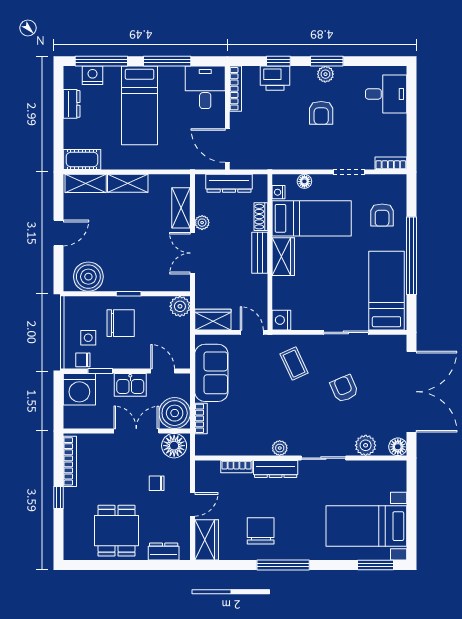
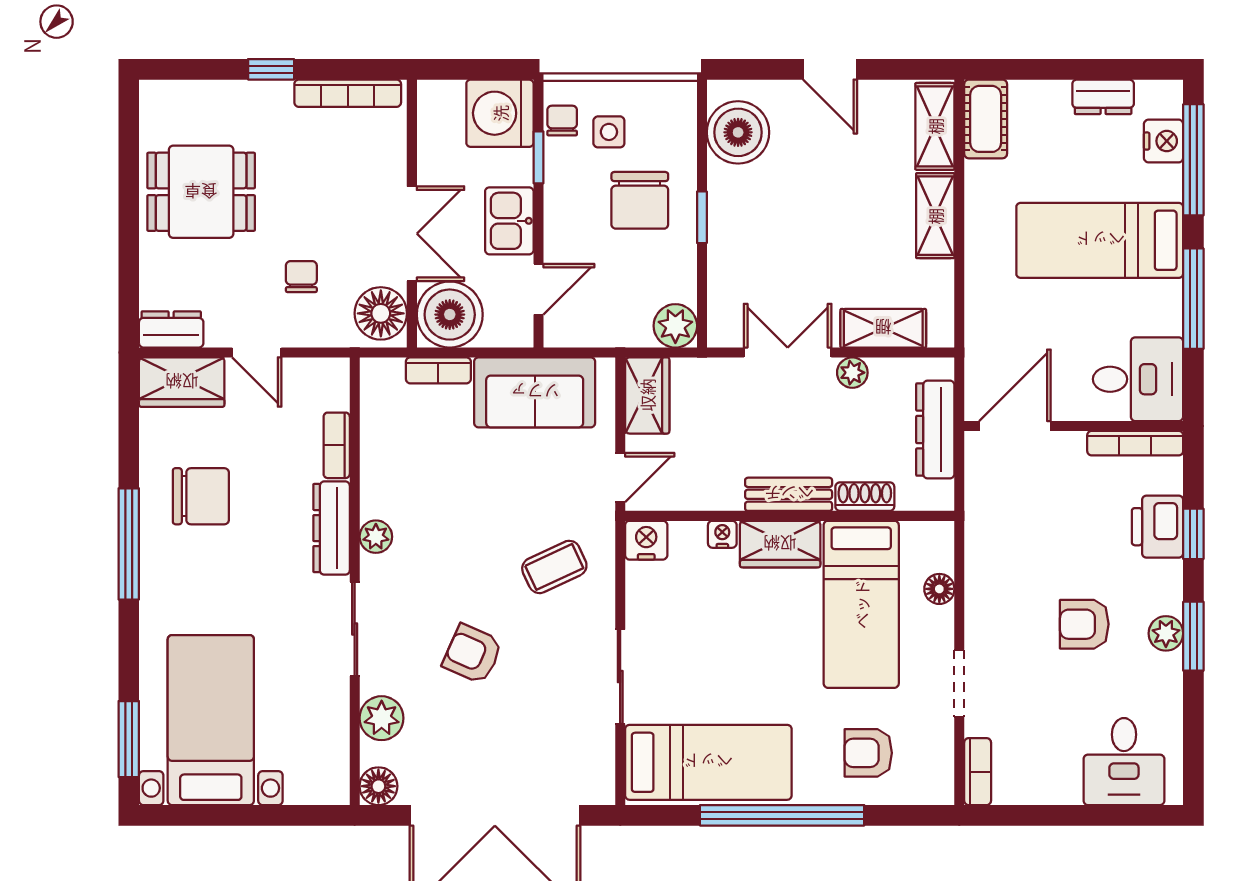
nightstand: (279, 192) -> (722, 534), moved
armchair: (344, 389) -> (473, 654), moved, turned -133
dresser: (164, 552) -> (171, 329), moved, turned -90

